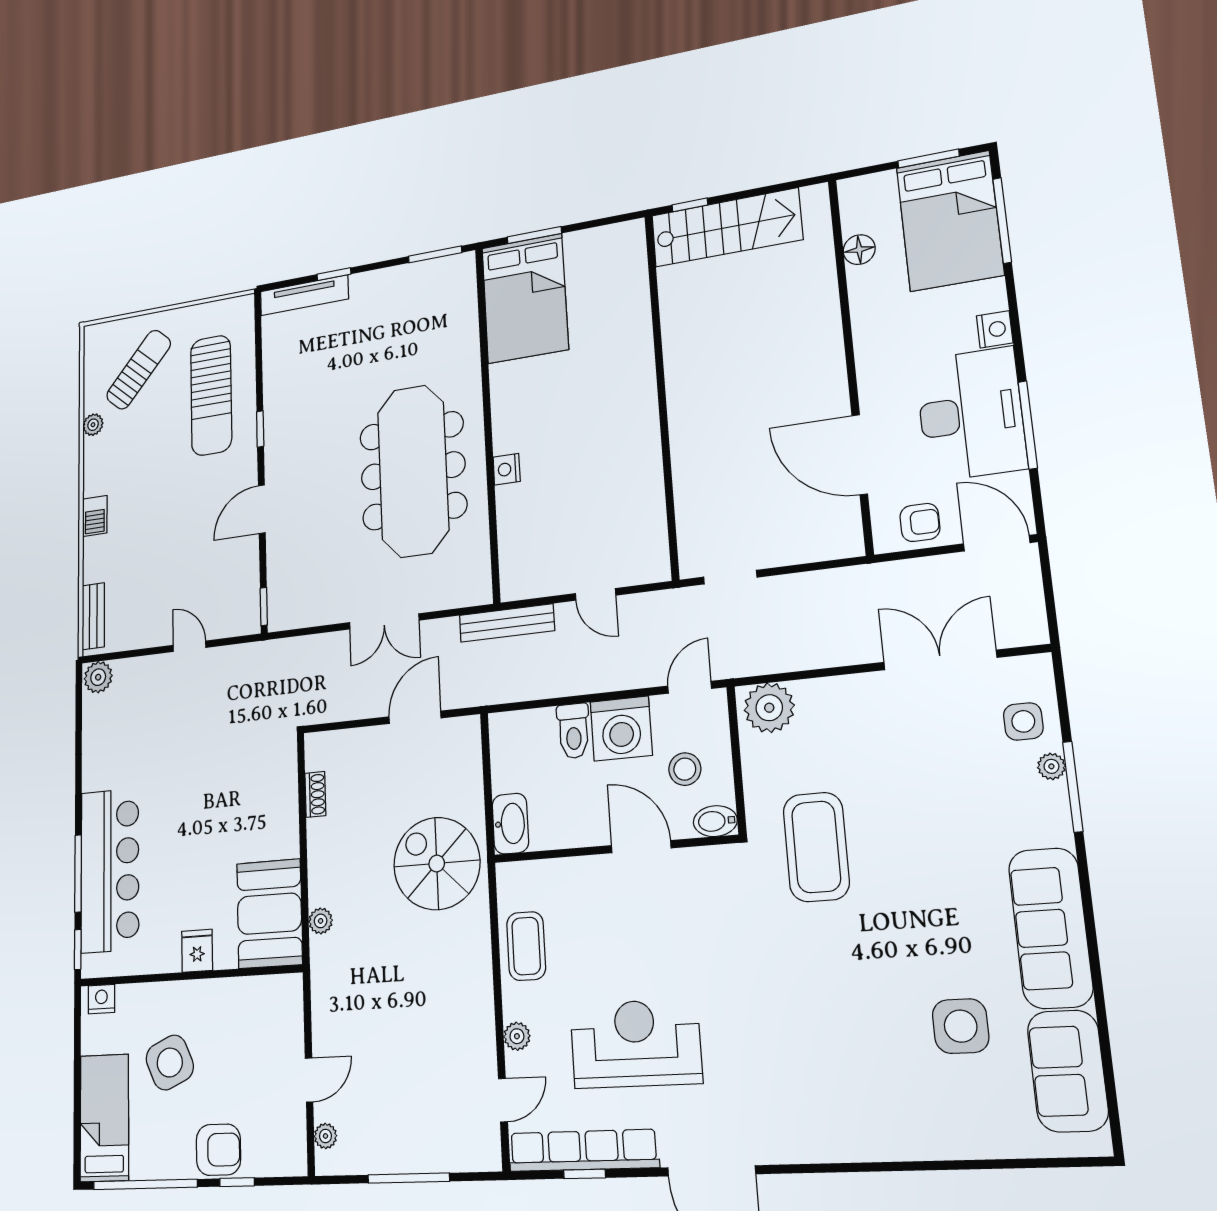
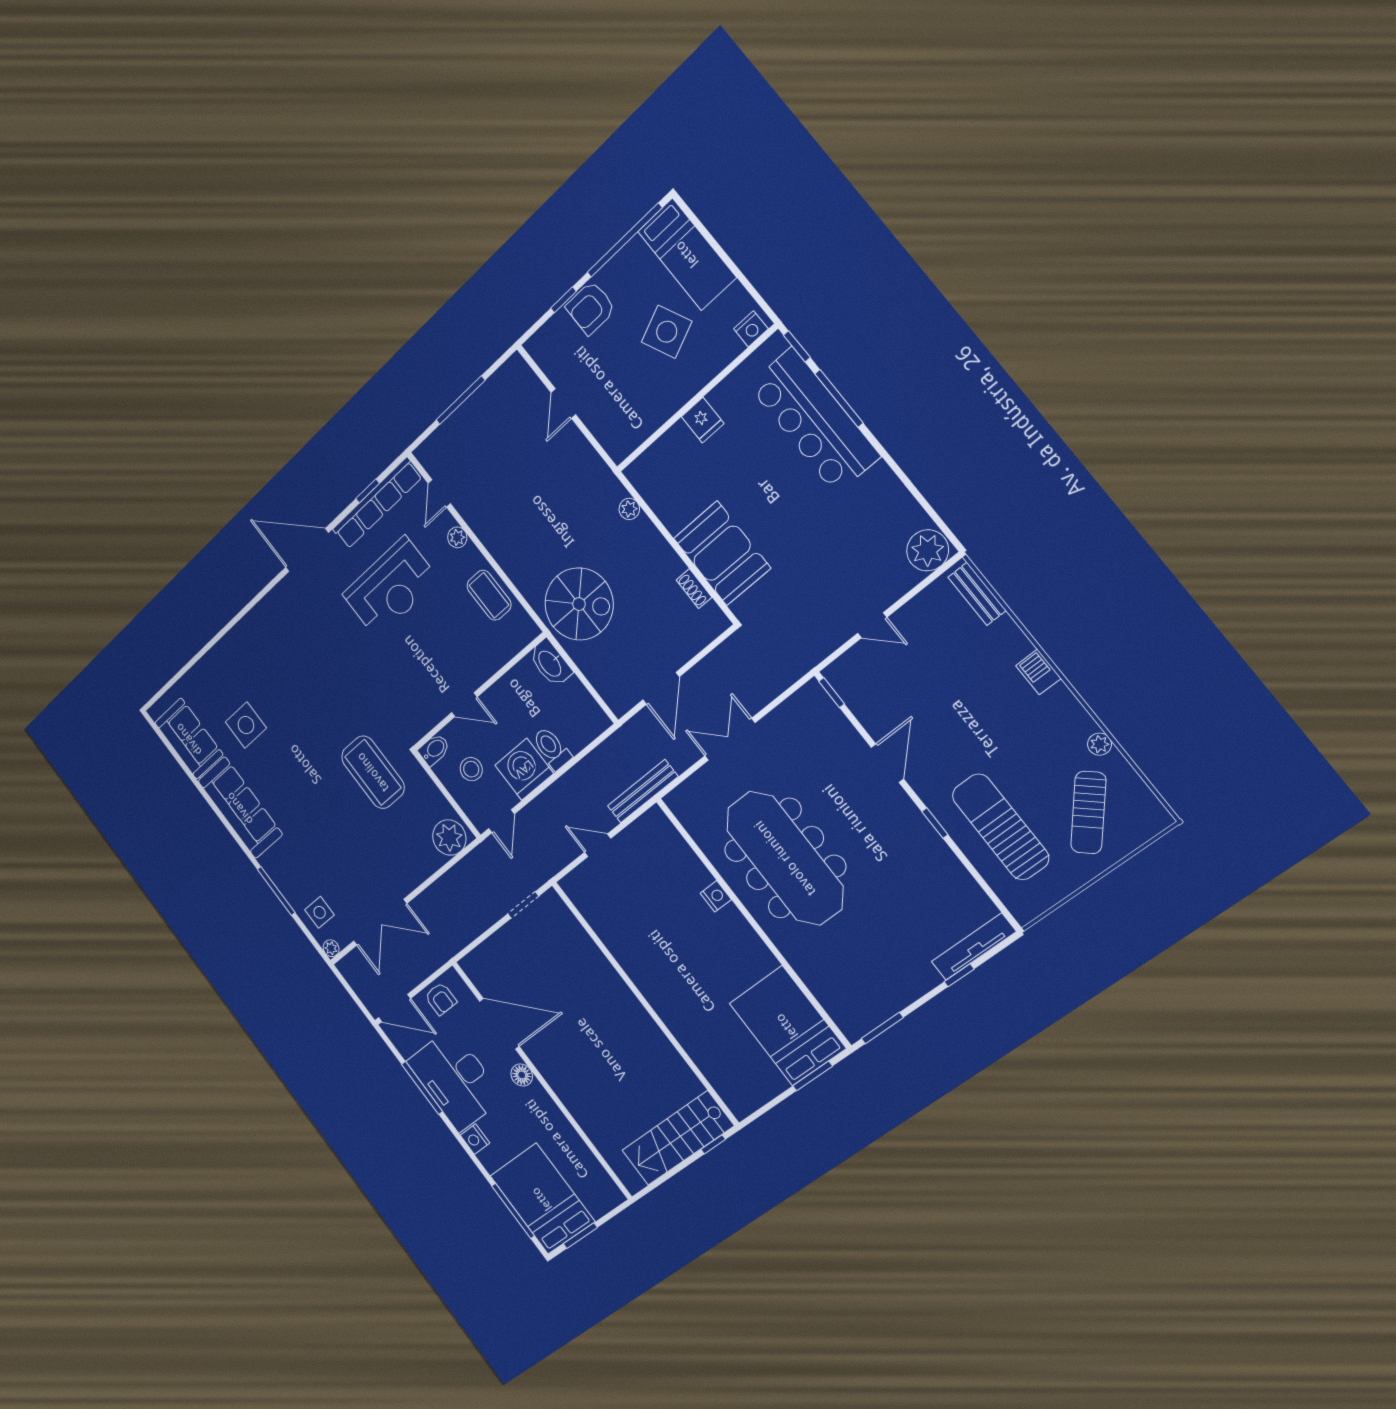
floor lamp: (859, 250) -> (522, 1075), moved
armchair: (920, 522) -> (441, 999), turned -90
plant: (98, 677) -> (928, 550), width x1.36, depth x1.36
plant: (1051, 766) -> (331, 948), moved
door: (641, 847) -> (464, 705), width x0.73
booth: (269, 914) -> (722, 553), moved
plant: (325, 1136) -> (528, 379), removed

